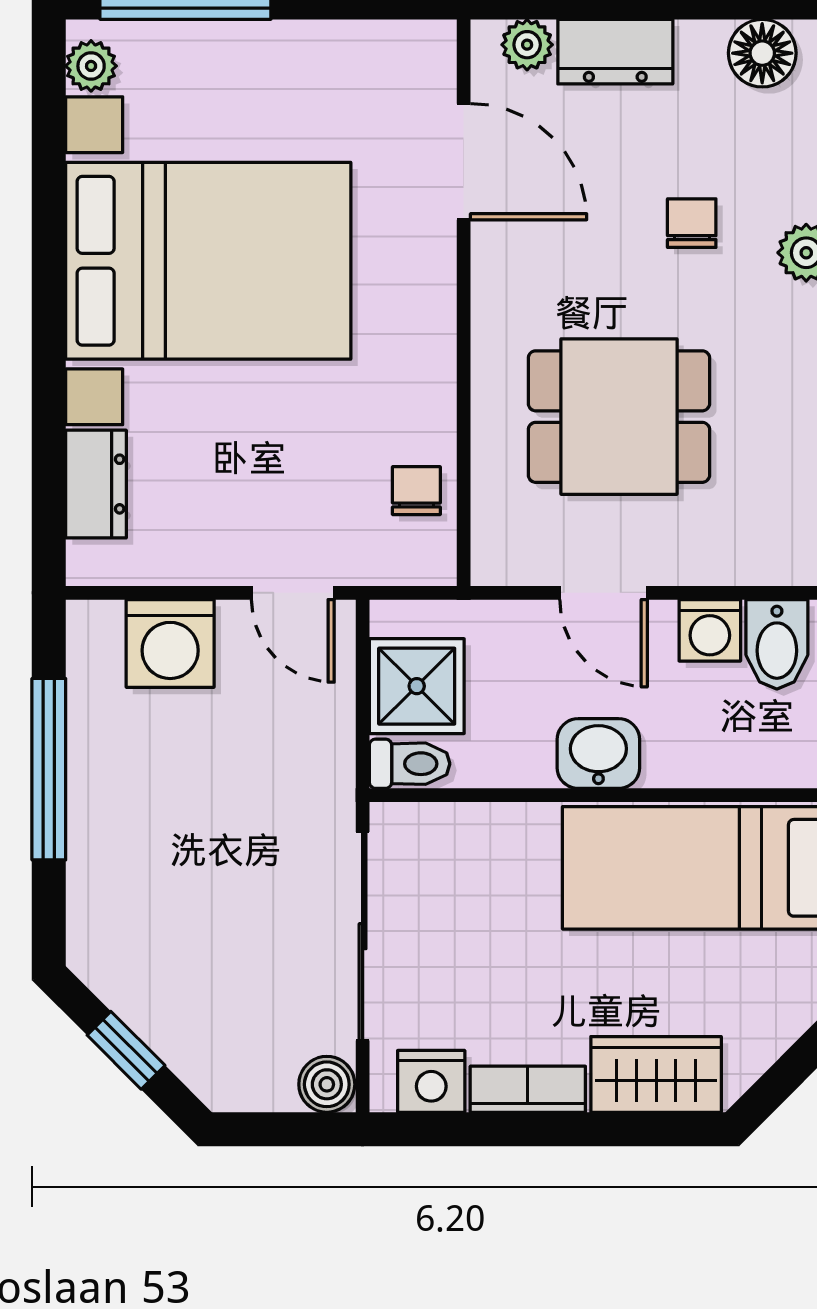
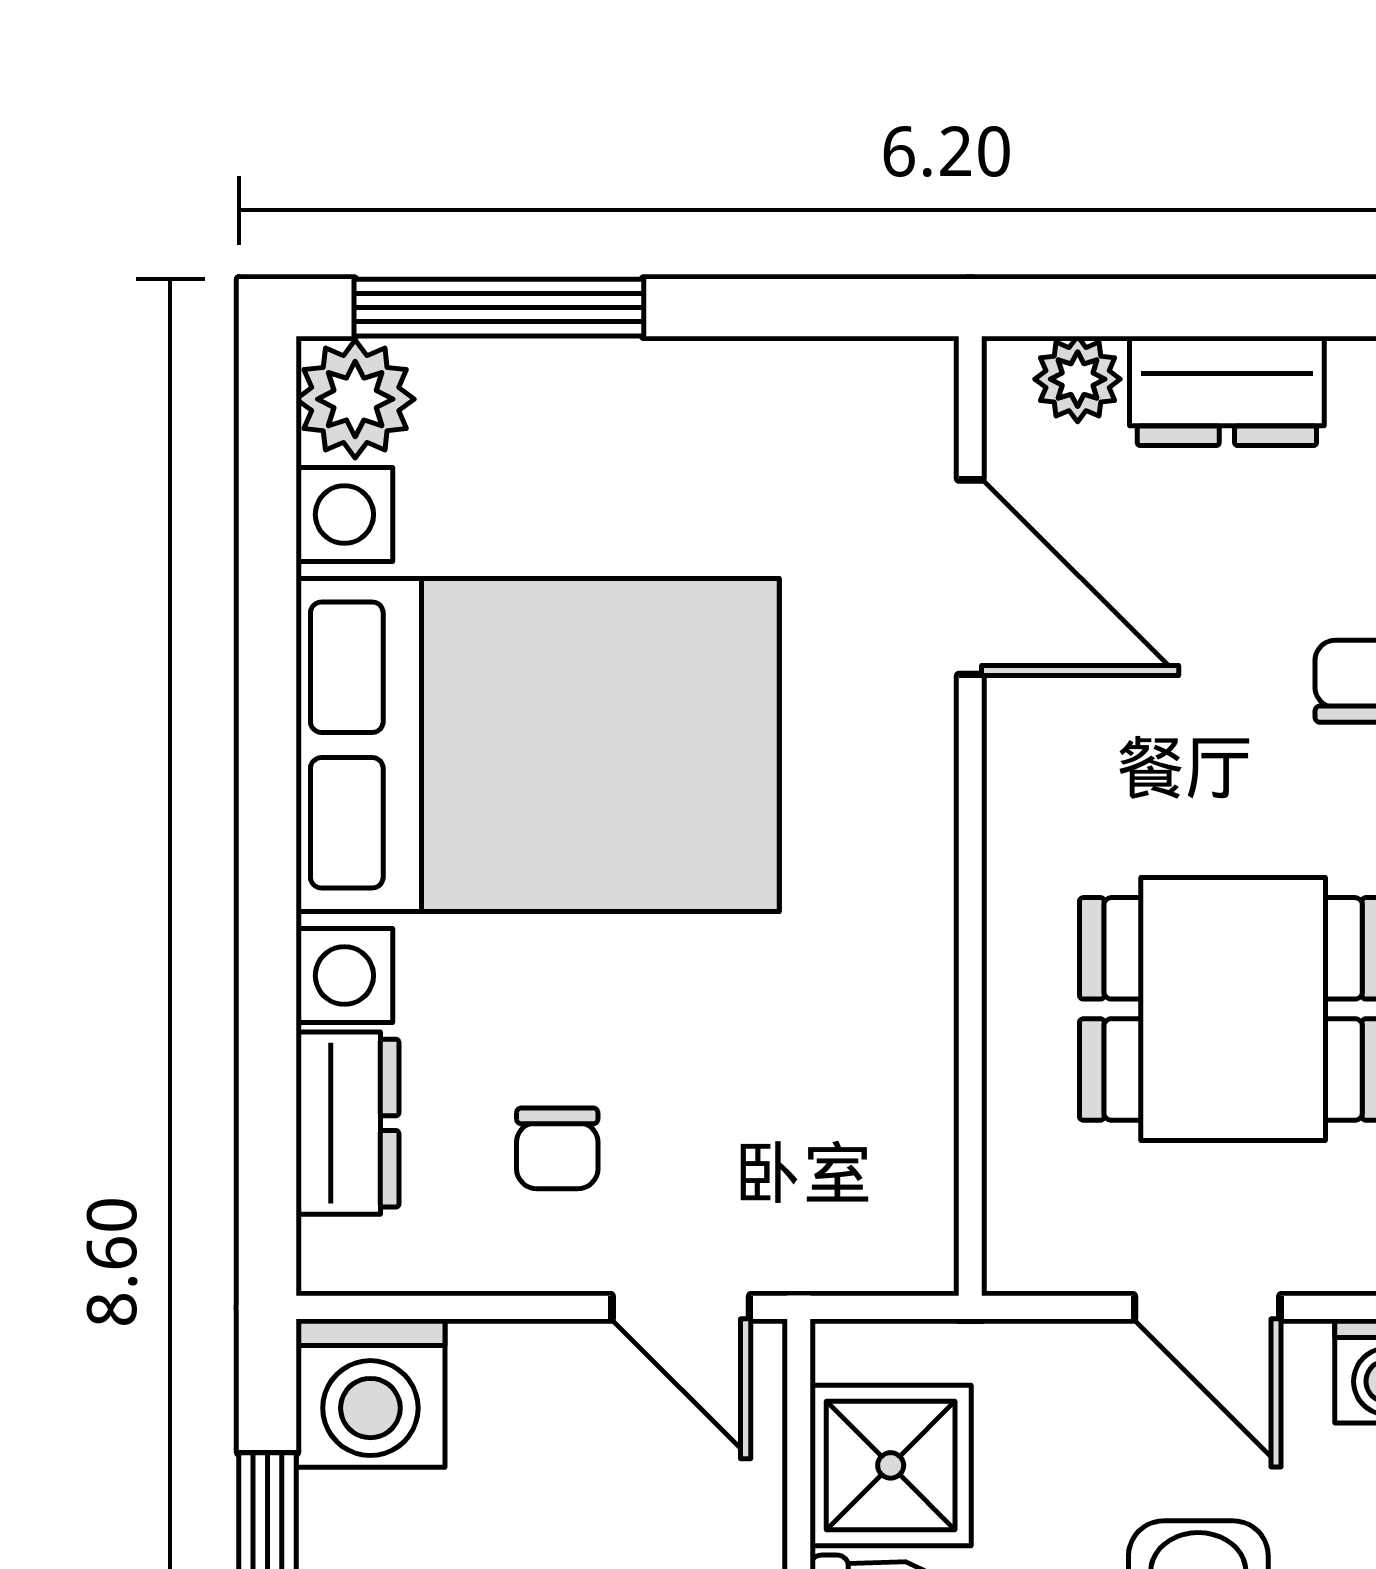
plant: (91, 66) -> (355, 399), width x1.38, depth x1.38
chair: (416, 491) -> (557, 1148), moved, turned 180
washing machine: (170, 643) -> (370, 1393), moved

